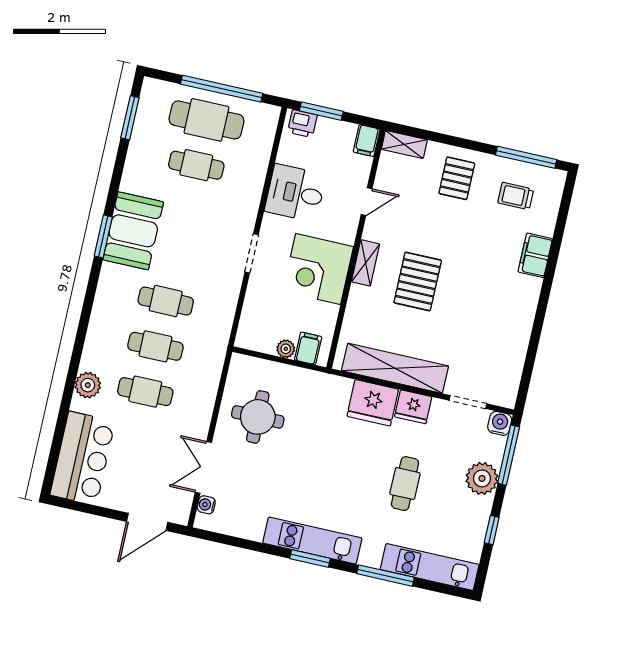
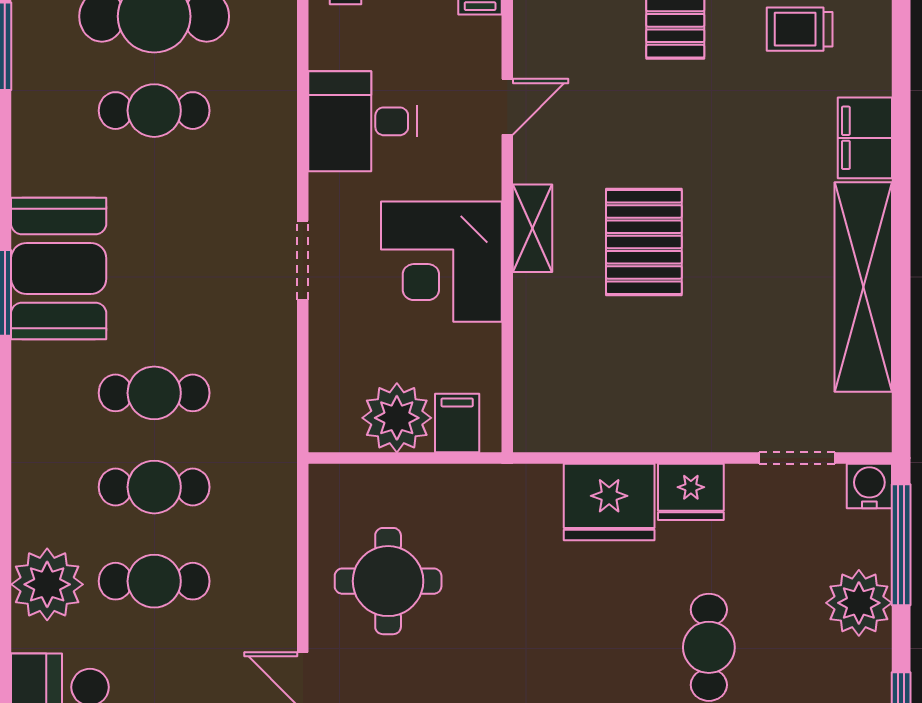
plant: (286, 349) -> (397, 418), width x1.88, depth x1.88
shelving: (395, 368) -> (863, 287), moved, turned 90
plant: (88, 385) -> (47, 584), width x1.36, depth x1.36

